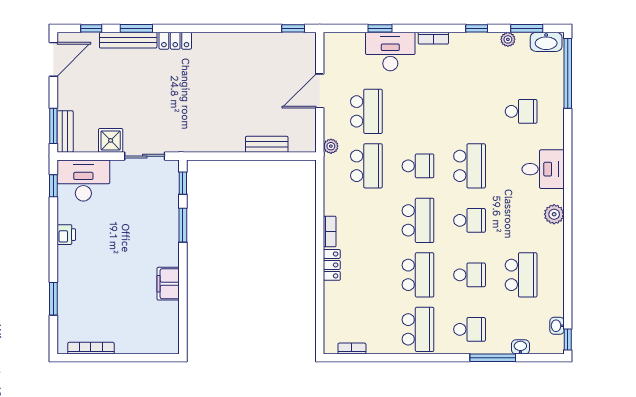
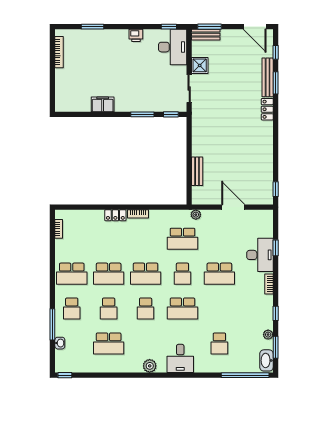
school desk: (366, 111) -> (219, 274), moved
washbasin: (557, 326) -> (74, 368), removed

